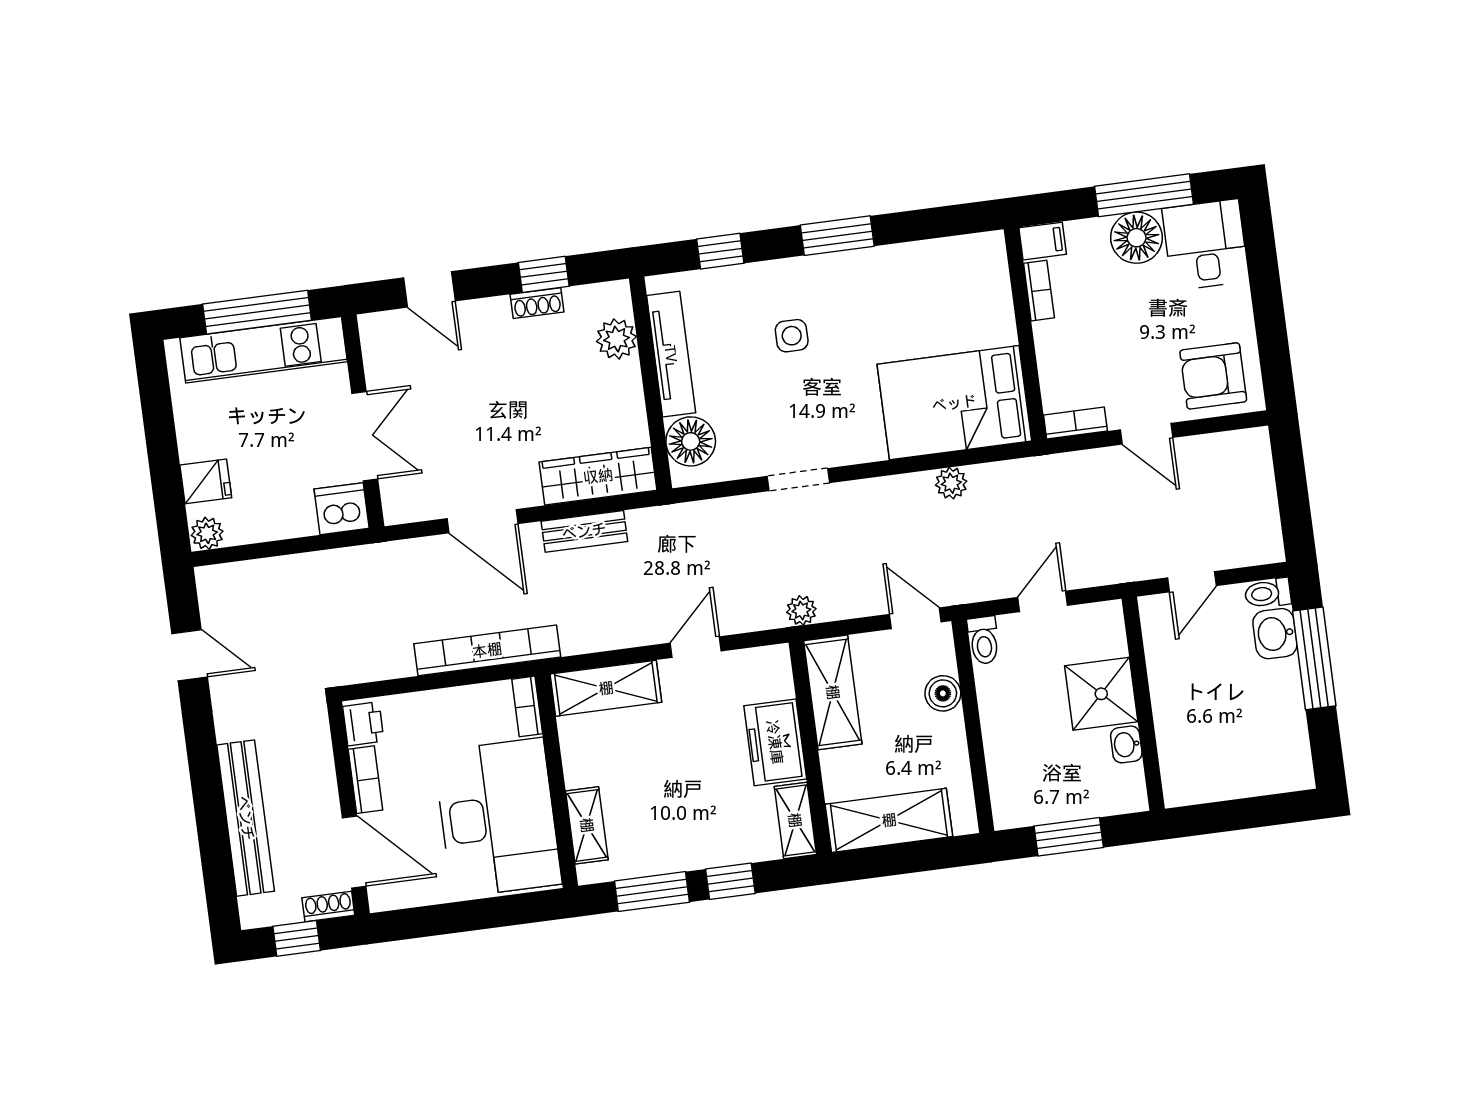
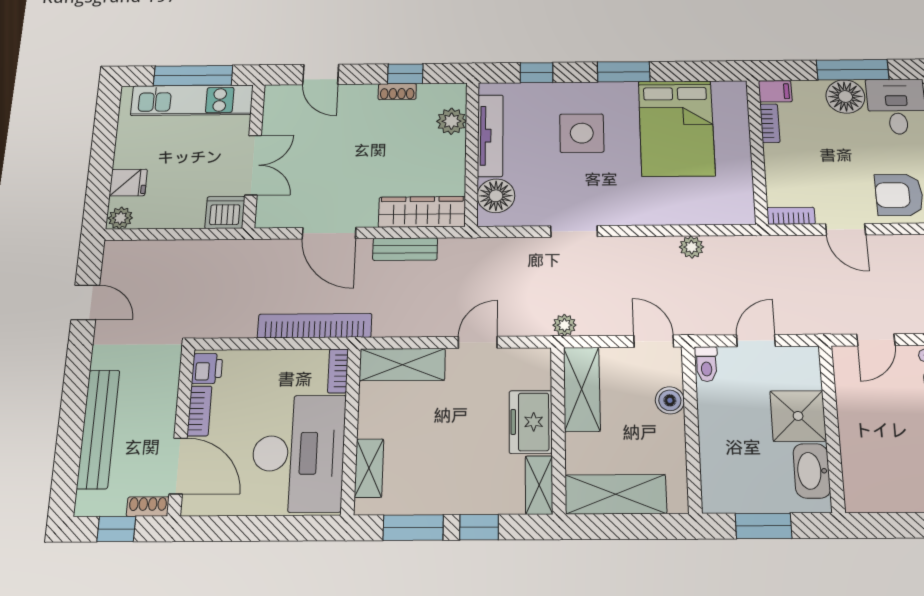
side table: (792, 336) -> (582, 133), width x1.87, depth x1.87
bed: (954, 403) -> (676, 128), moved, turned -90
washbasin: (1126, 744) -> (812, 471), width x1.91, depth x1.45

